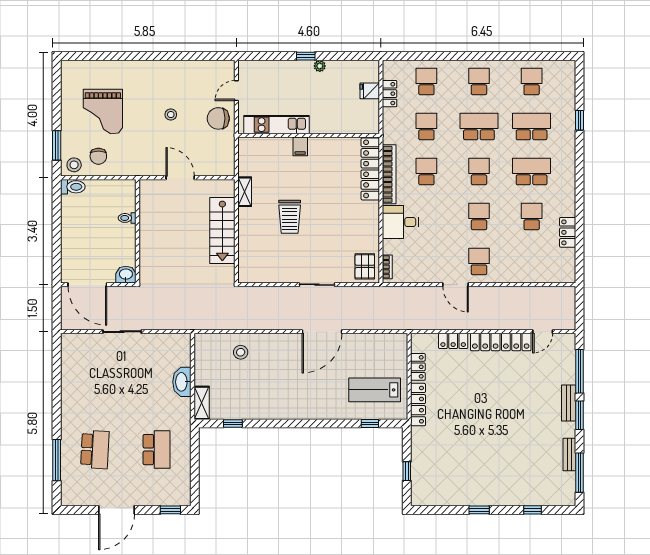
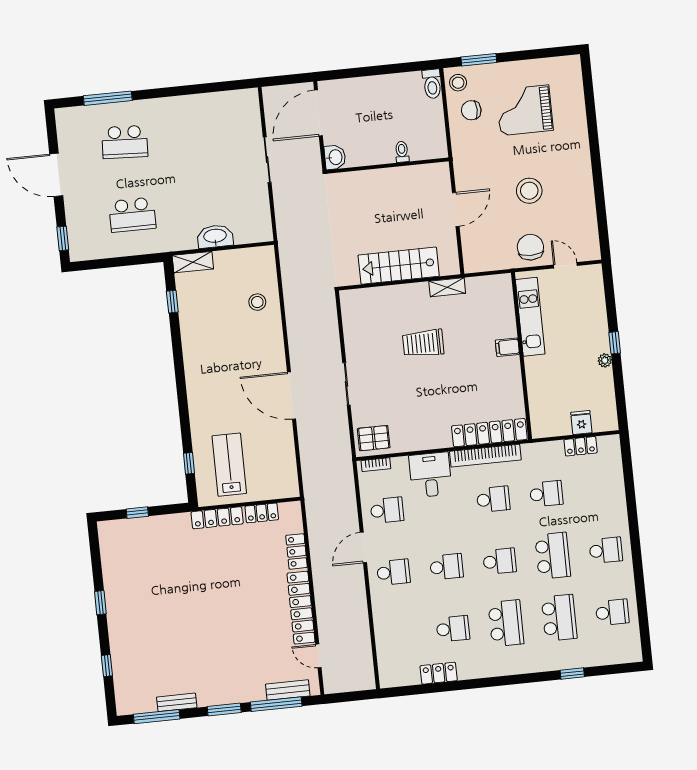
school desk: (426, 81) -> (387, 510), moved
stool: (171, 115) -> (529, 191), width x1.89, depth x1.89
bench: (569, 403) -> (288, 690), moved

